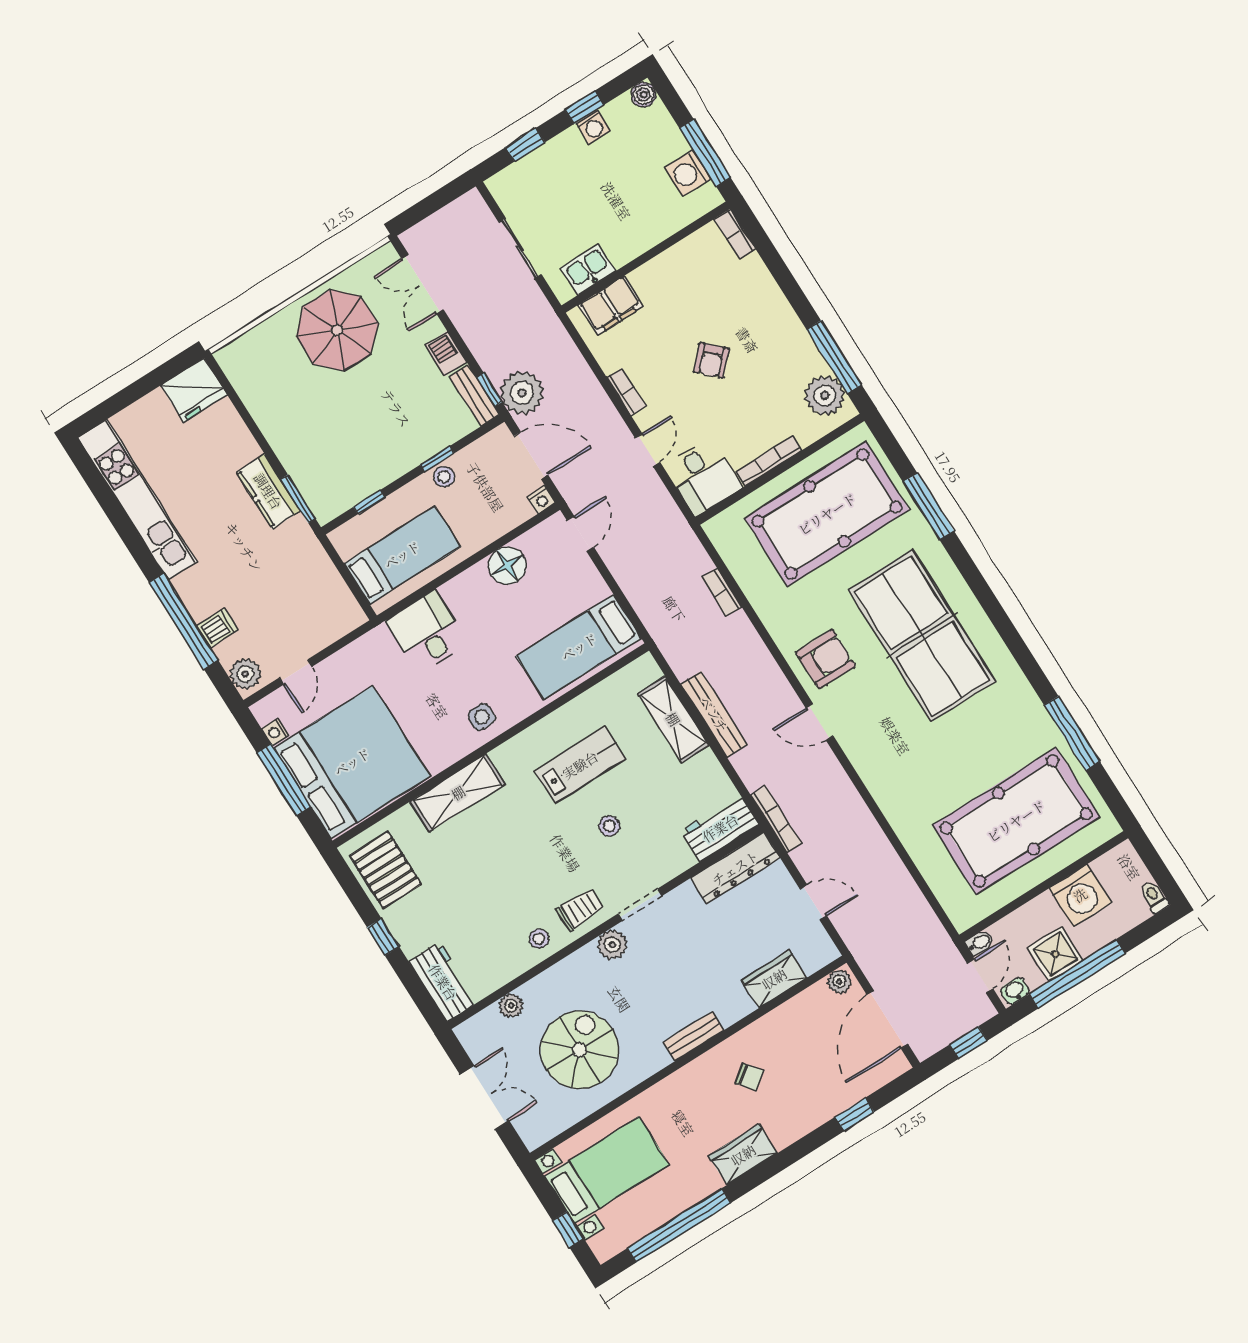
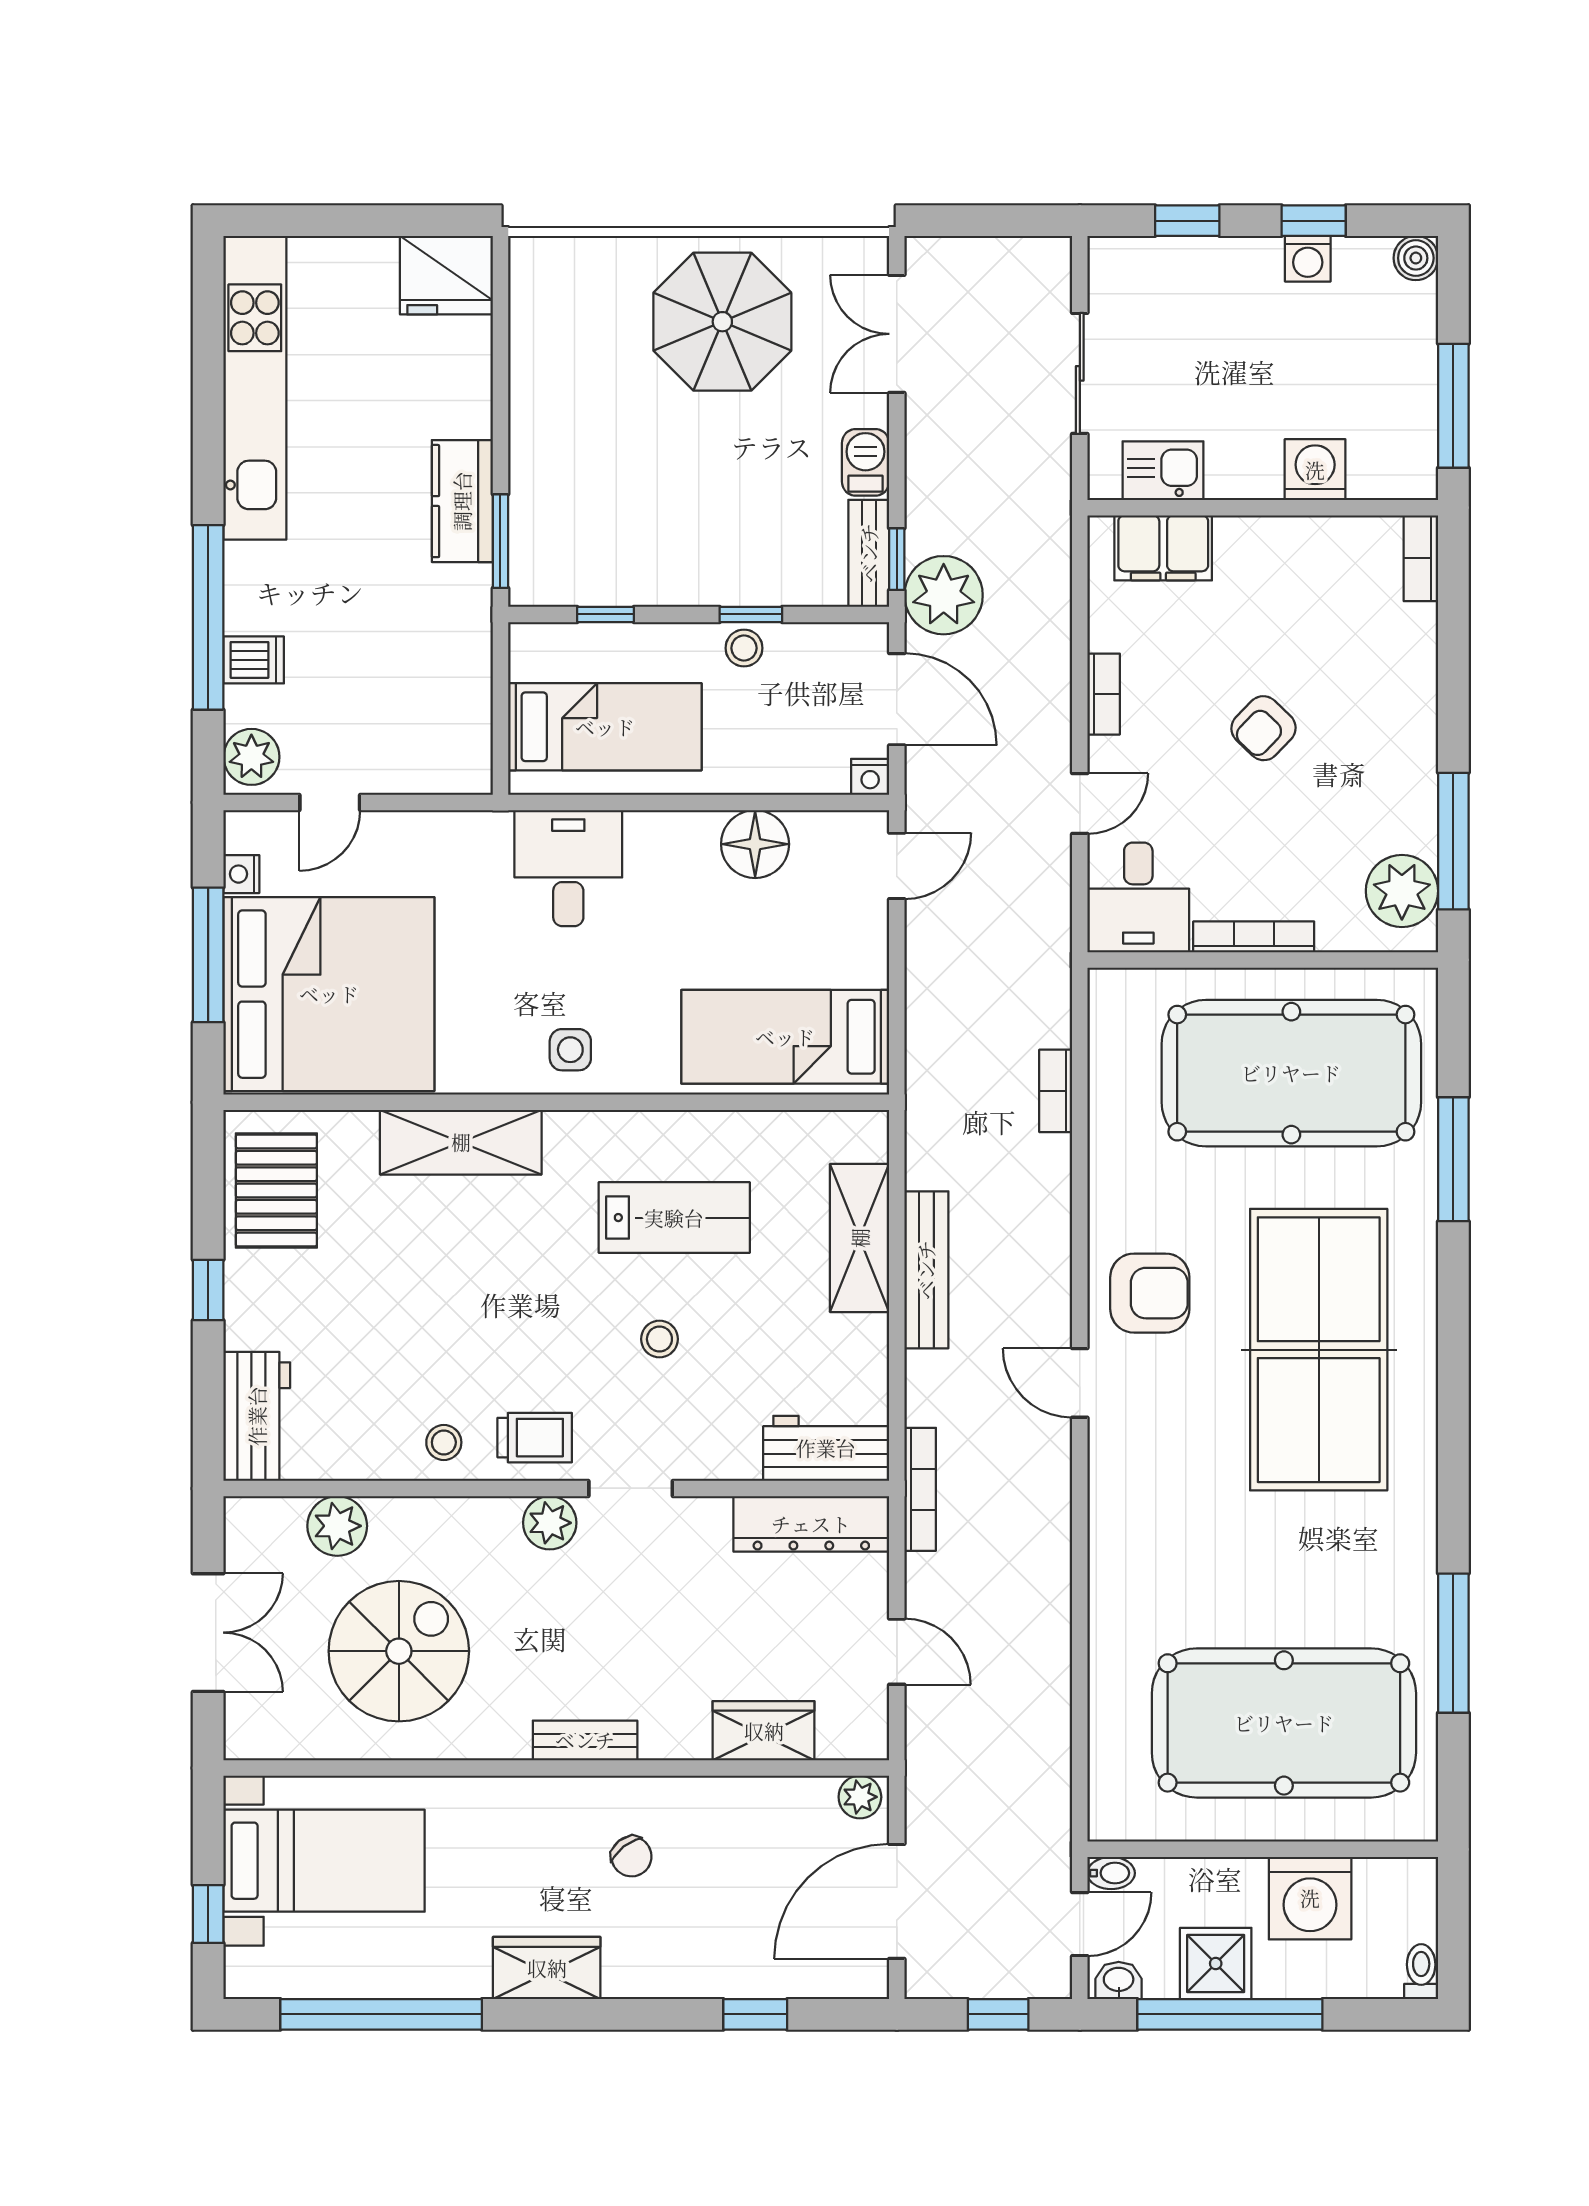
washing machine: (688, 173) -> (1315, 470), moved, turned 90
plant: (511, 1006) -> (337, 1526), width x1.38, depth x1.38

